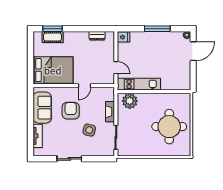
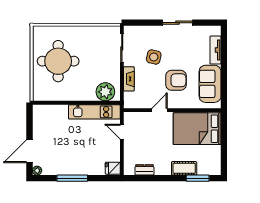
cot: (53, 37) -> (184, 168), moved
armchair: (71, 111) -> (176, 80), turned -90

